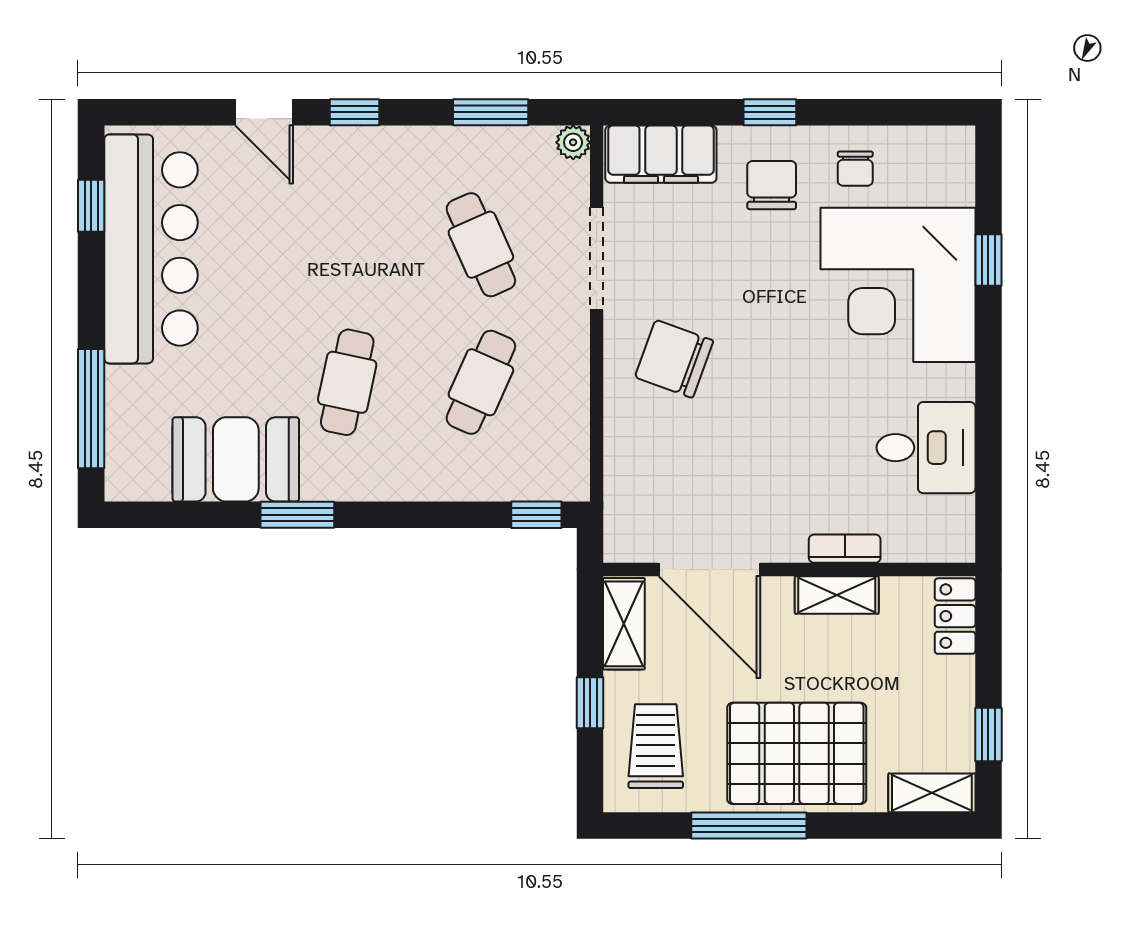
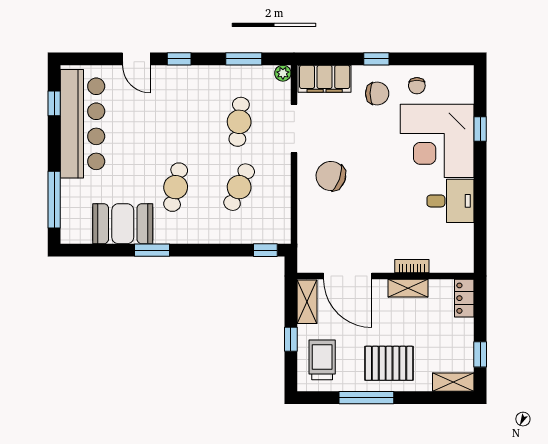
chair: (772, 185) -> (377, 93), turned 90
cafe table: (481, 245) -> (239, 122), turned 30
desk: (926, 448) -> (450, 201), moved
pallet: (797, 753) -> (389, 363), width x0.73, depth x0.71

